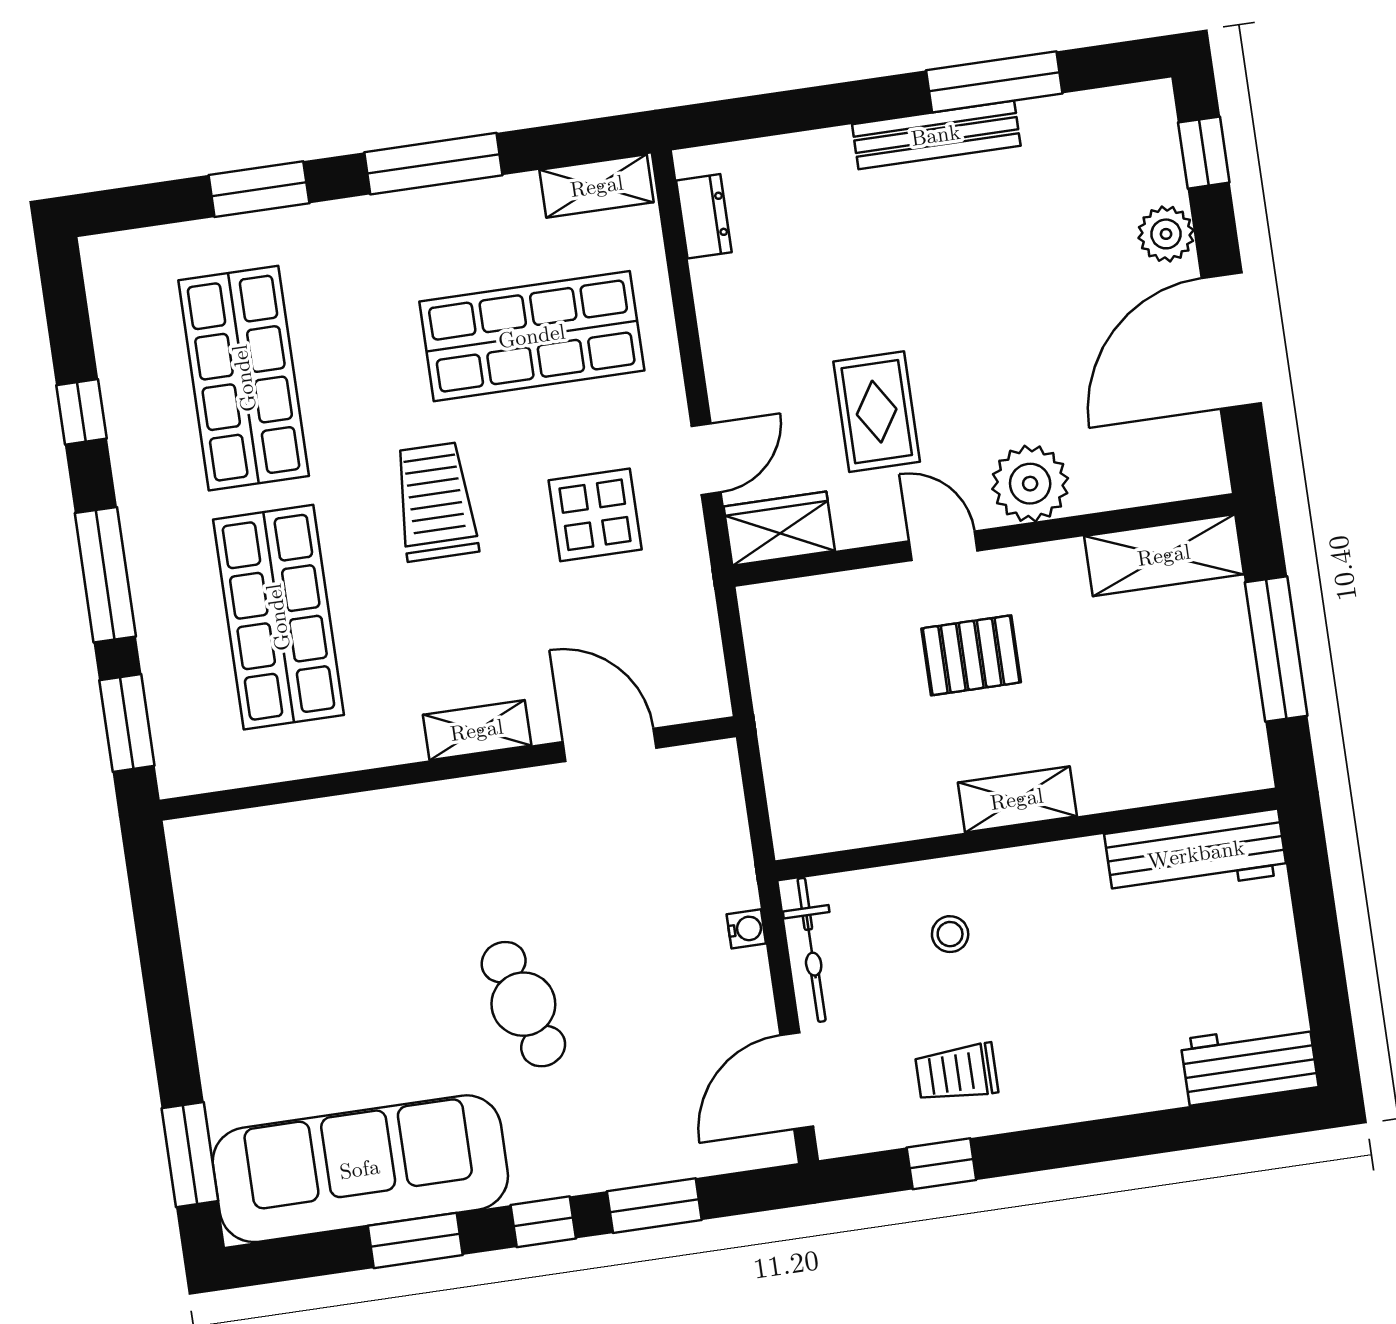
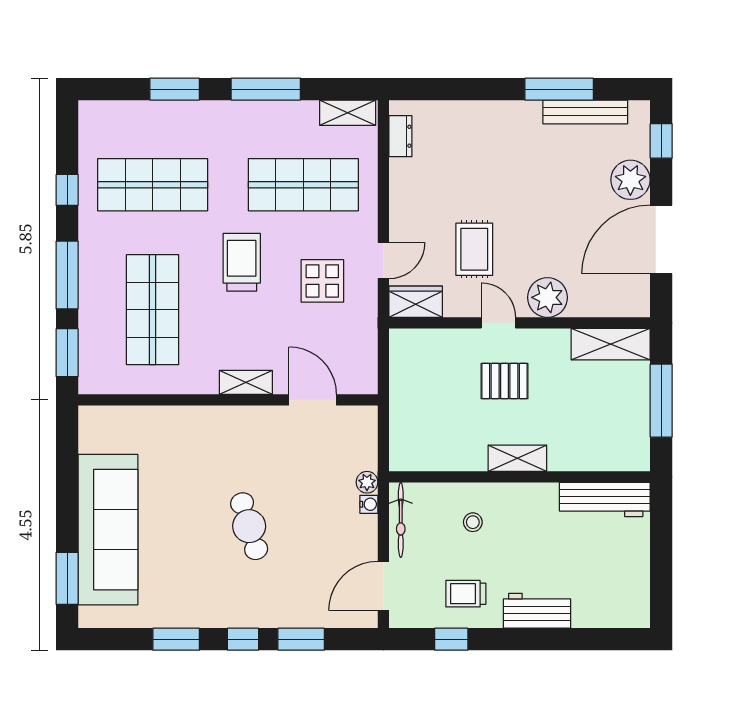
bench: (936, 135) -> (585, 112), moved
plant: (1166, 234) -> (630, 180), width x1.36, depth x1.36
shop shelf: (244, 378) -> (153, 185), turned 90
plant: (737, 887) -> (367, 482), added
workbench: (1249, 1063) -> (537, 611), moved
sofa: (360, 1169) -> (108, 530), moved, turned 90

